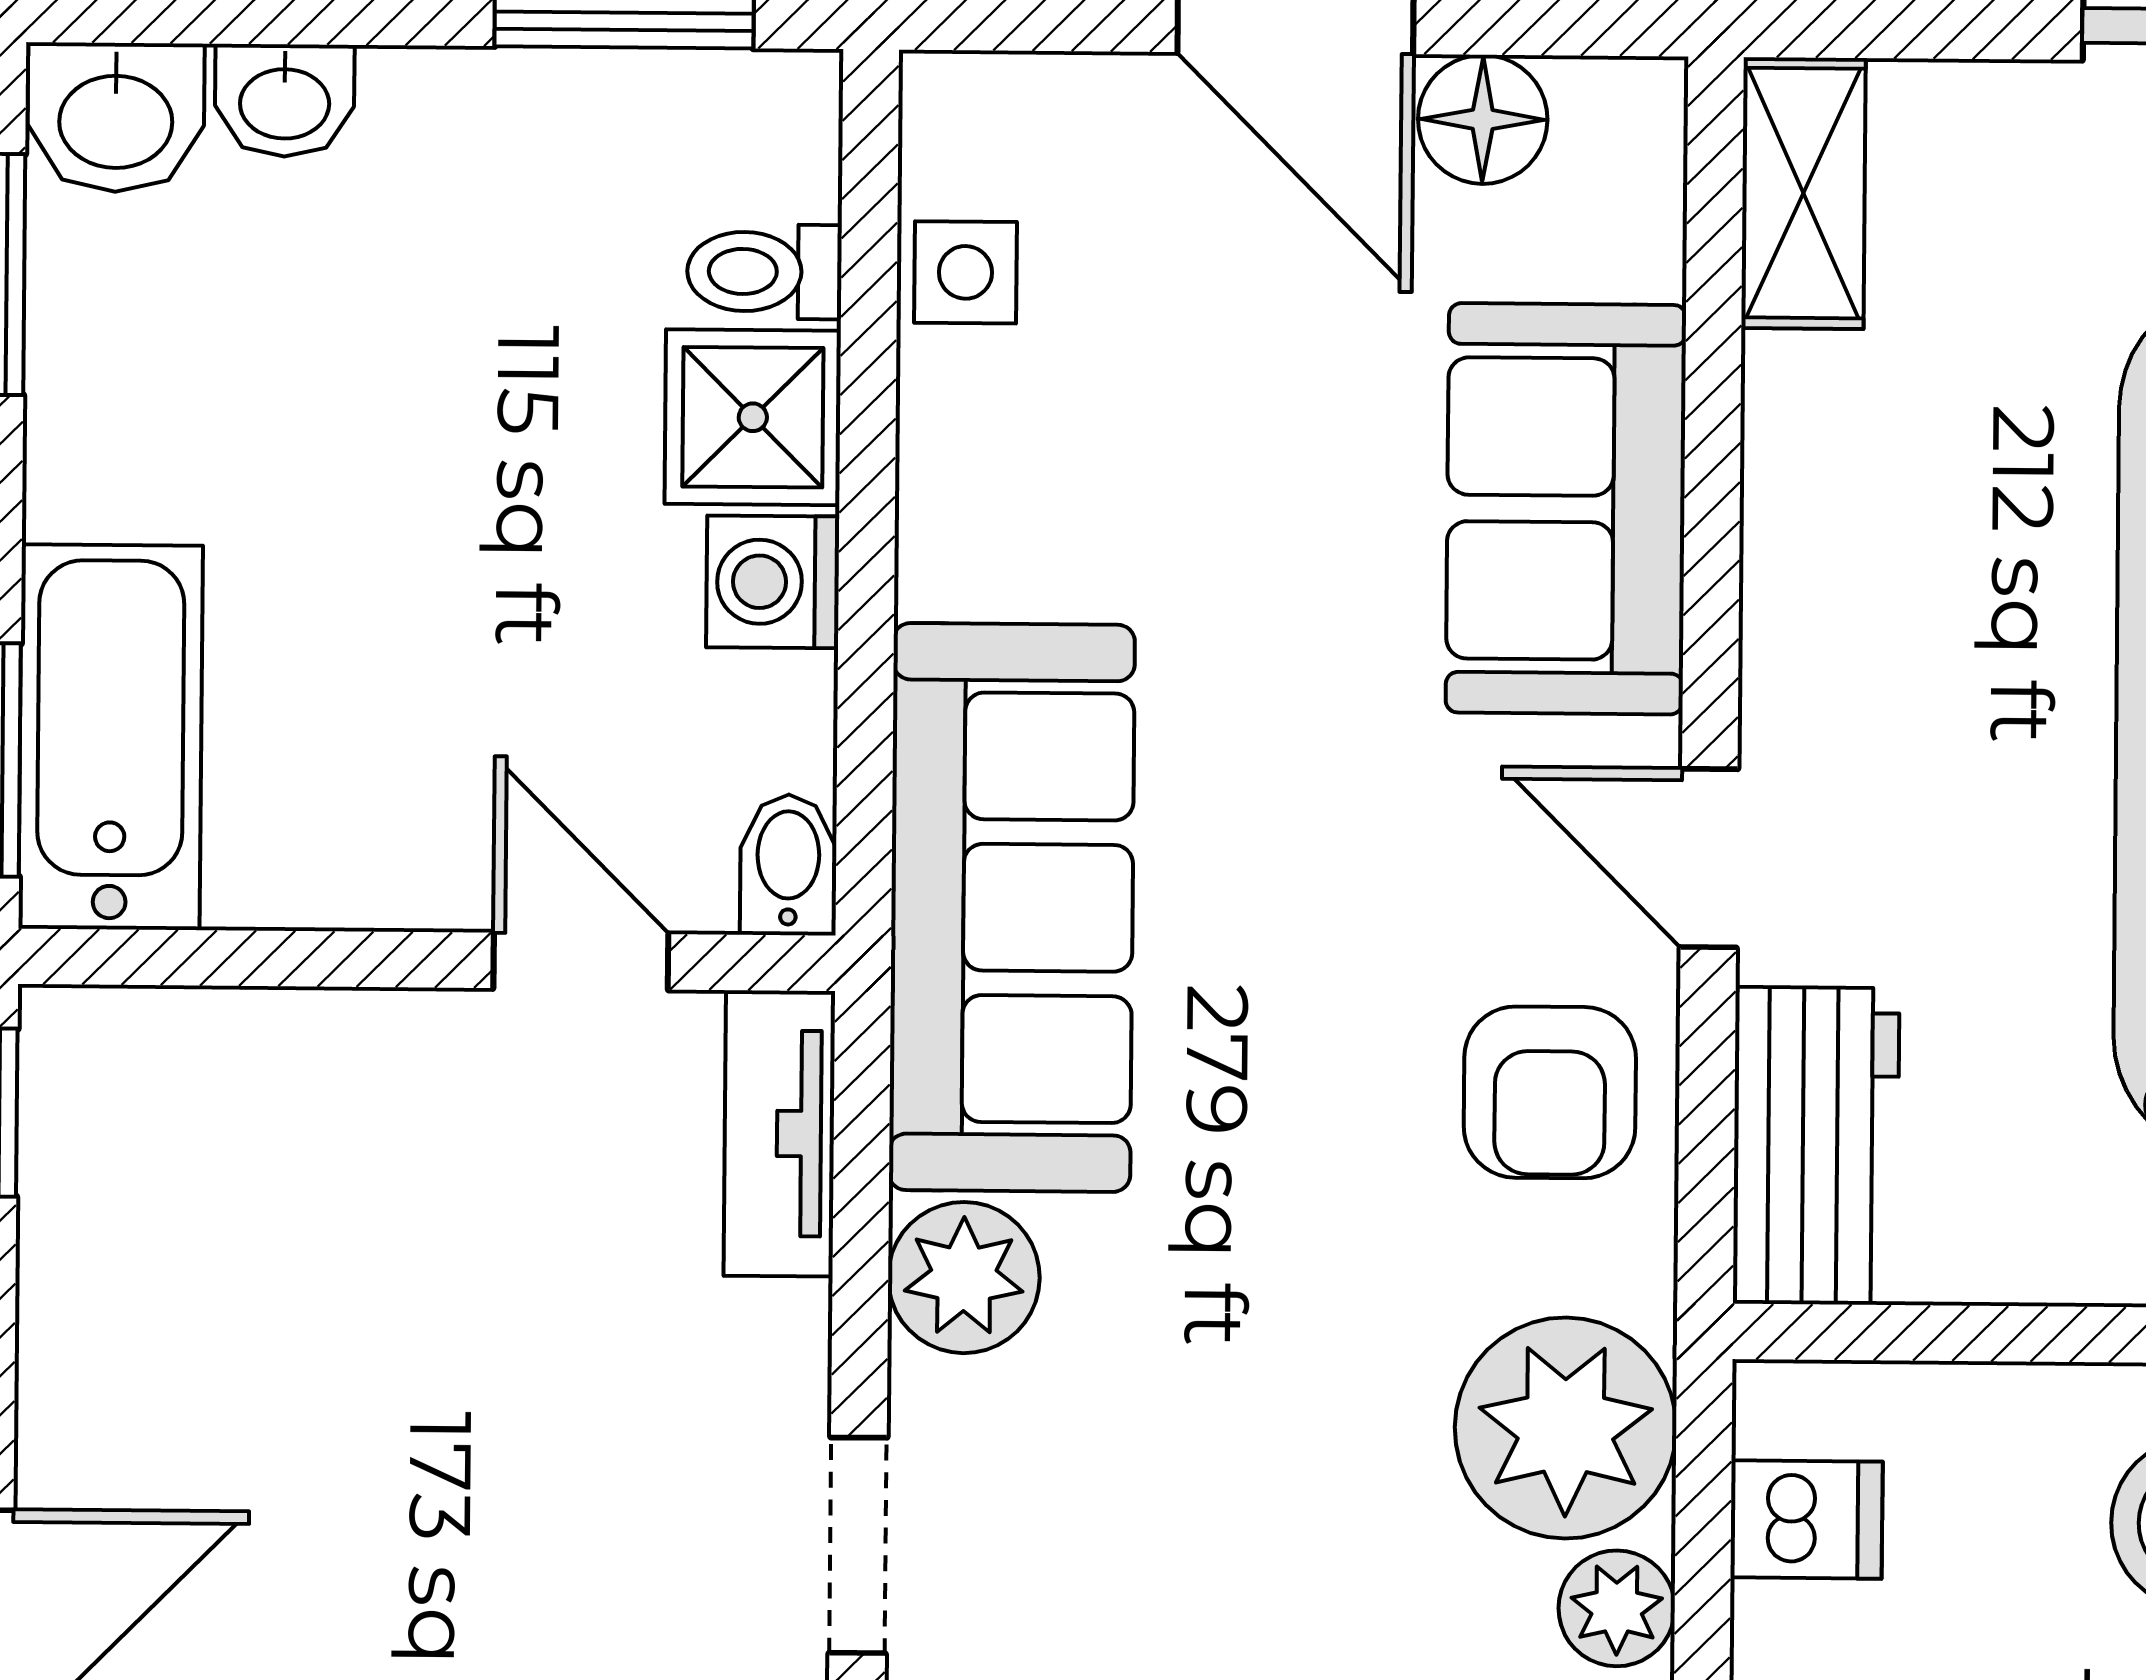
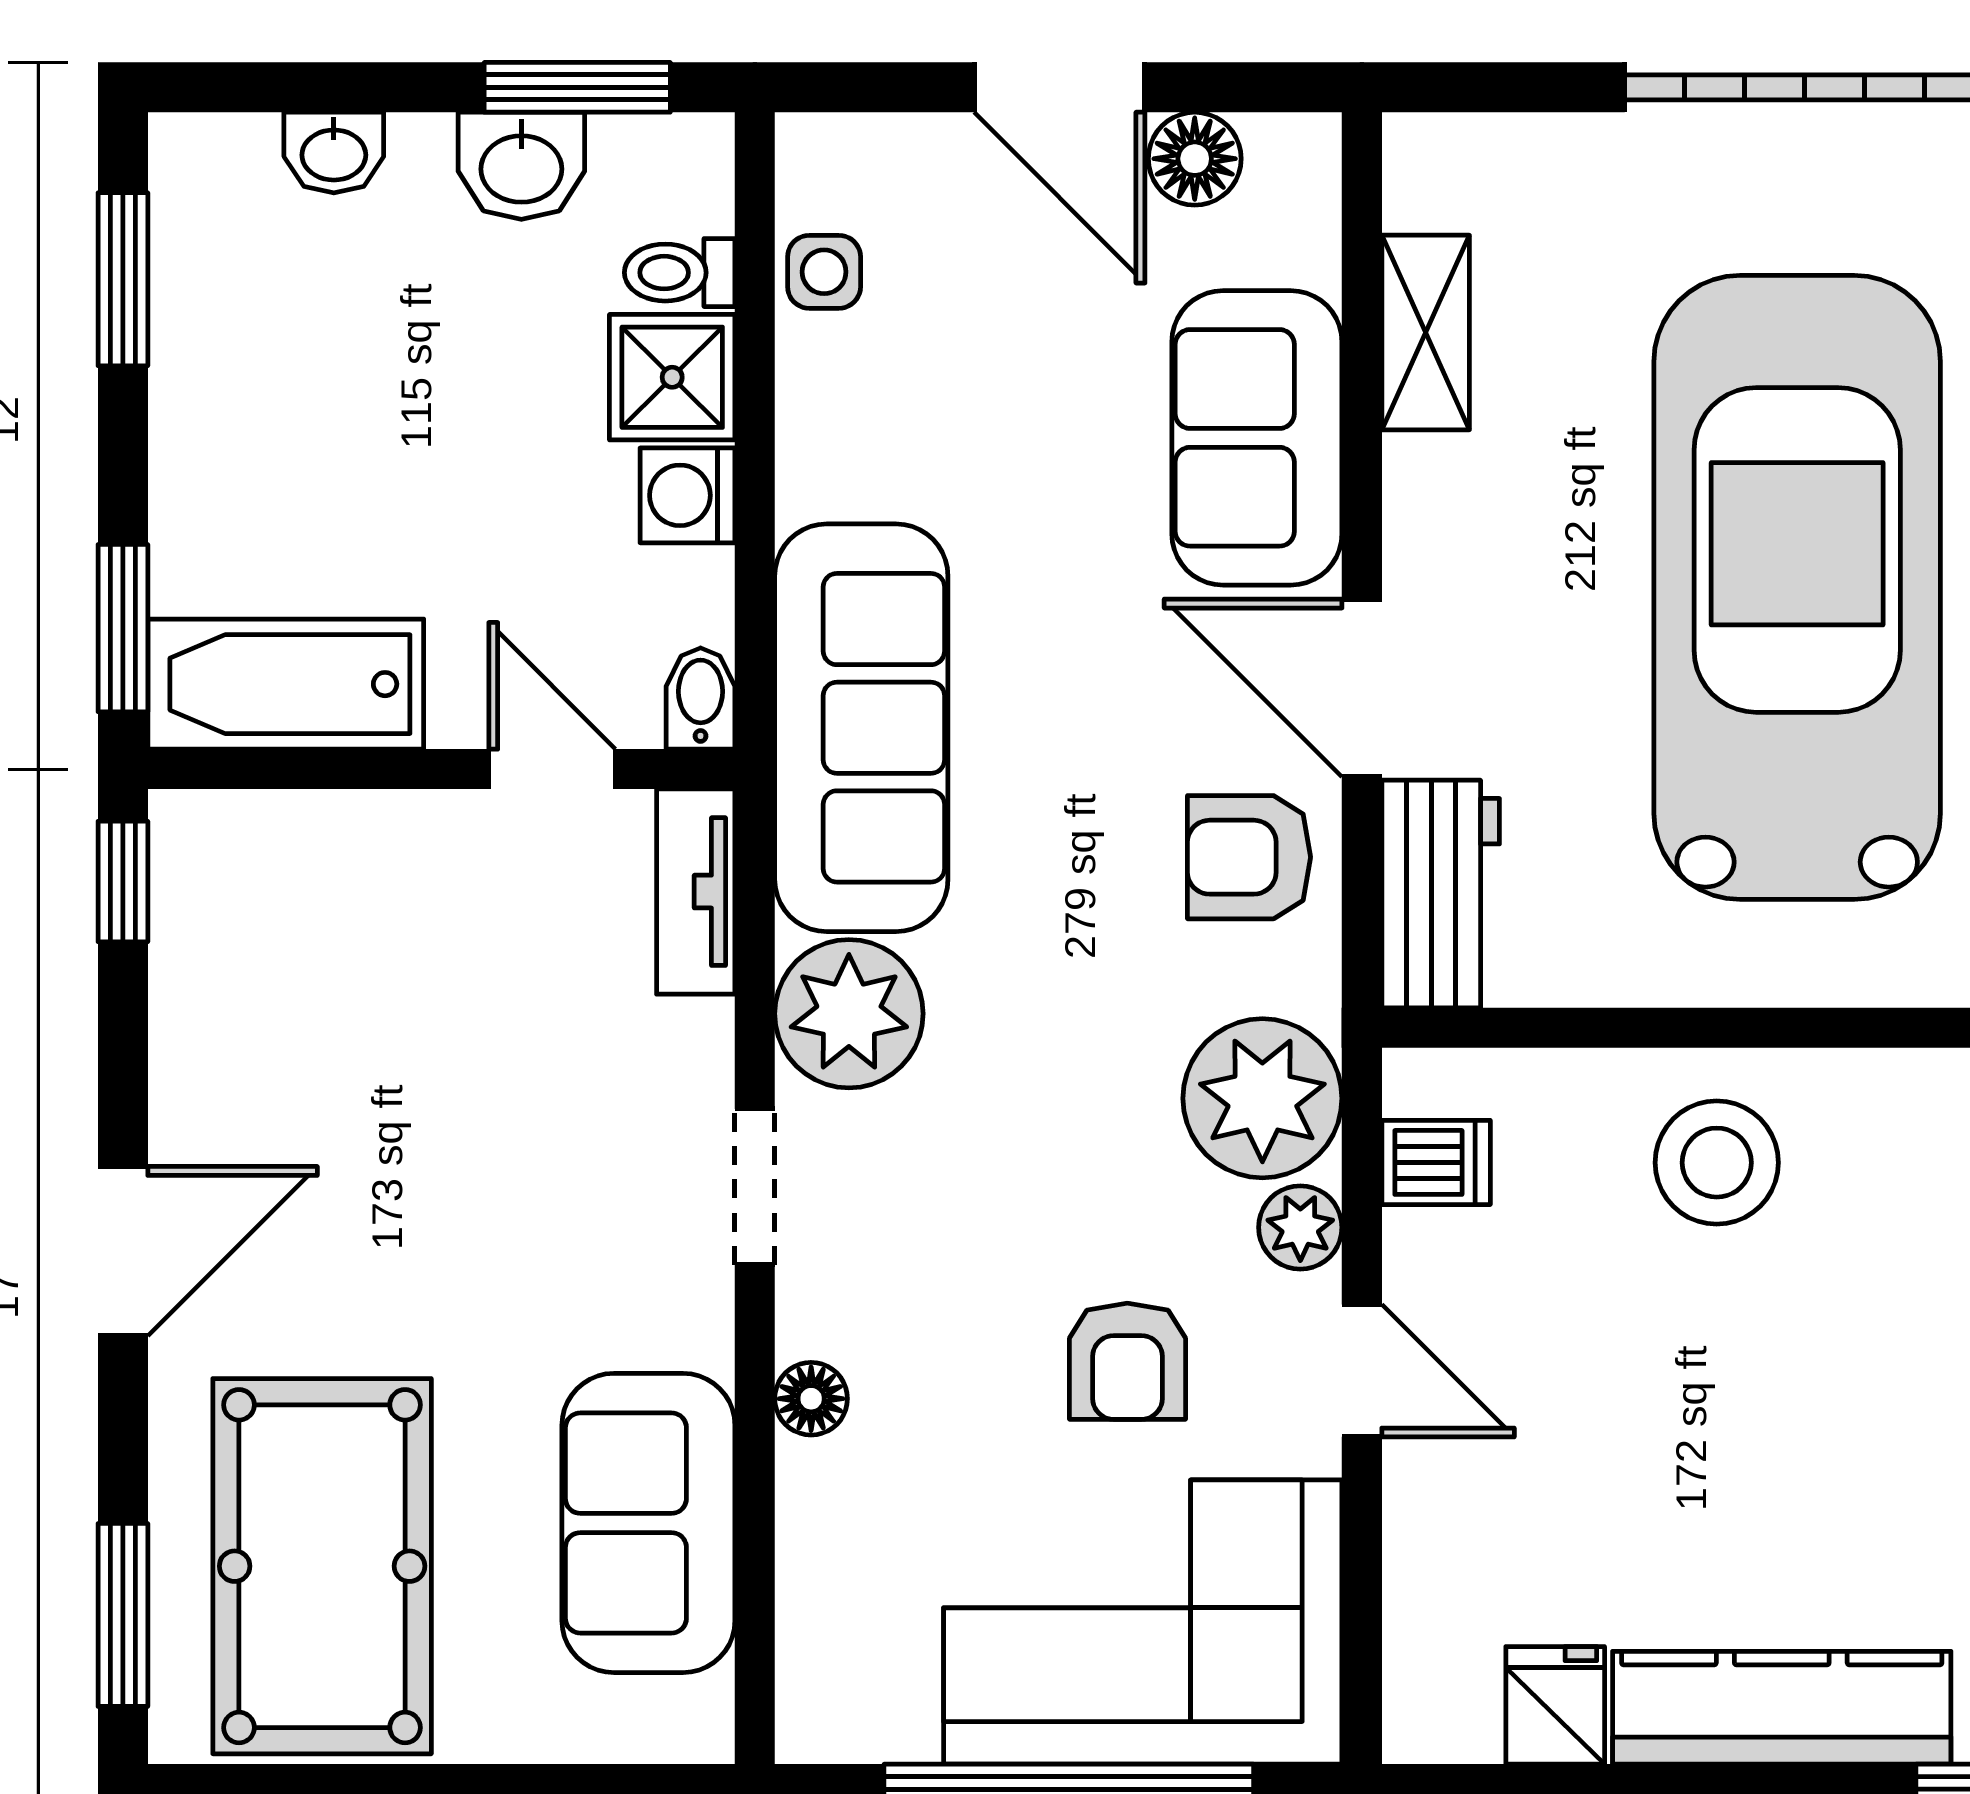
washbasin: (116, 117) -> (521, 166), moved
shelving: (1803, 193) -> (1426, 333), moved
bathtub: (111, 737) -> (286, 684), moved, turned -90
door: (1709, 858) -> (1362, 688), width x1.38
armchair: (1550, 1092) -> (1249, 857), turned 90
plant: (964, 1278) -> (849, 1014), width x1.36, depth x1.36

